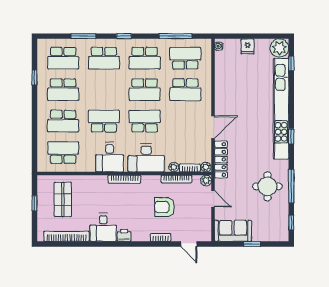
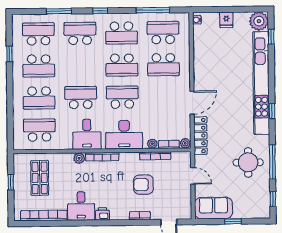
school desk: (63, 58) -> (38, 34), turned 180
school desk: (104, 58) -> (80, 33), turned 180
plant: (206, 181) -> (79, 158), moved

